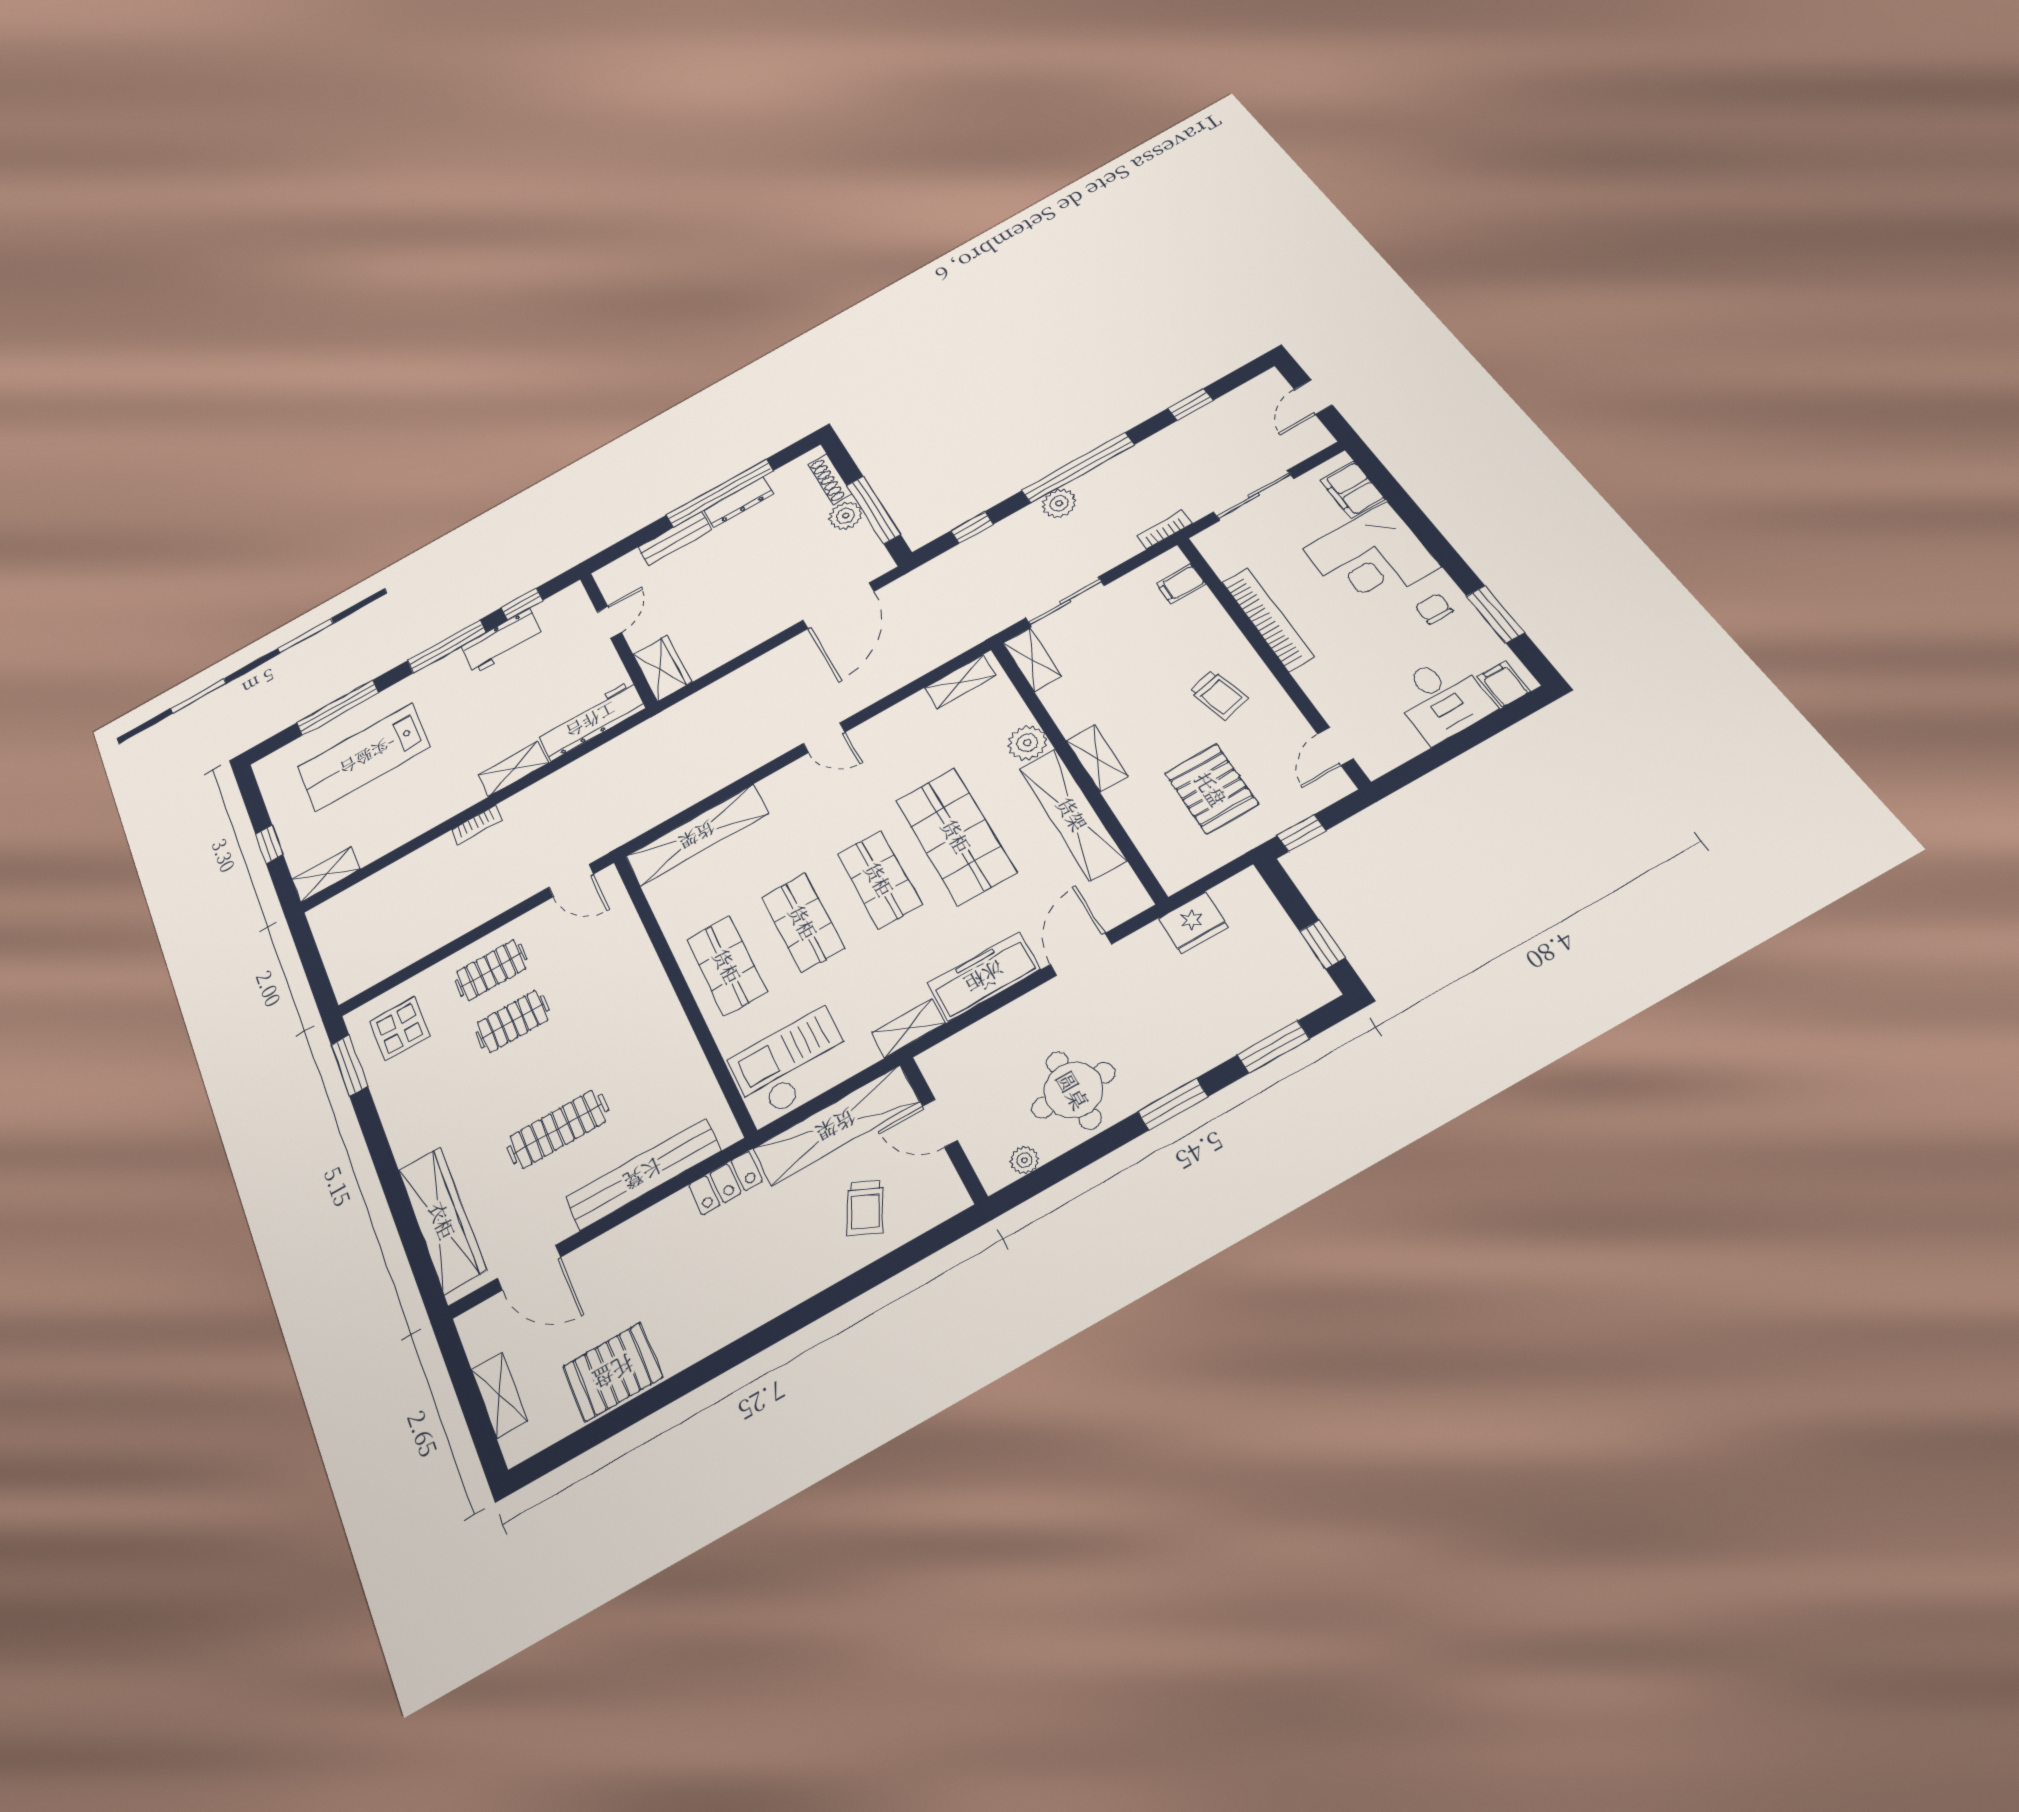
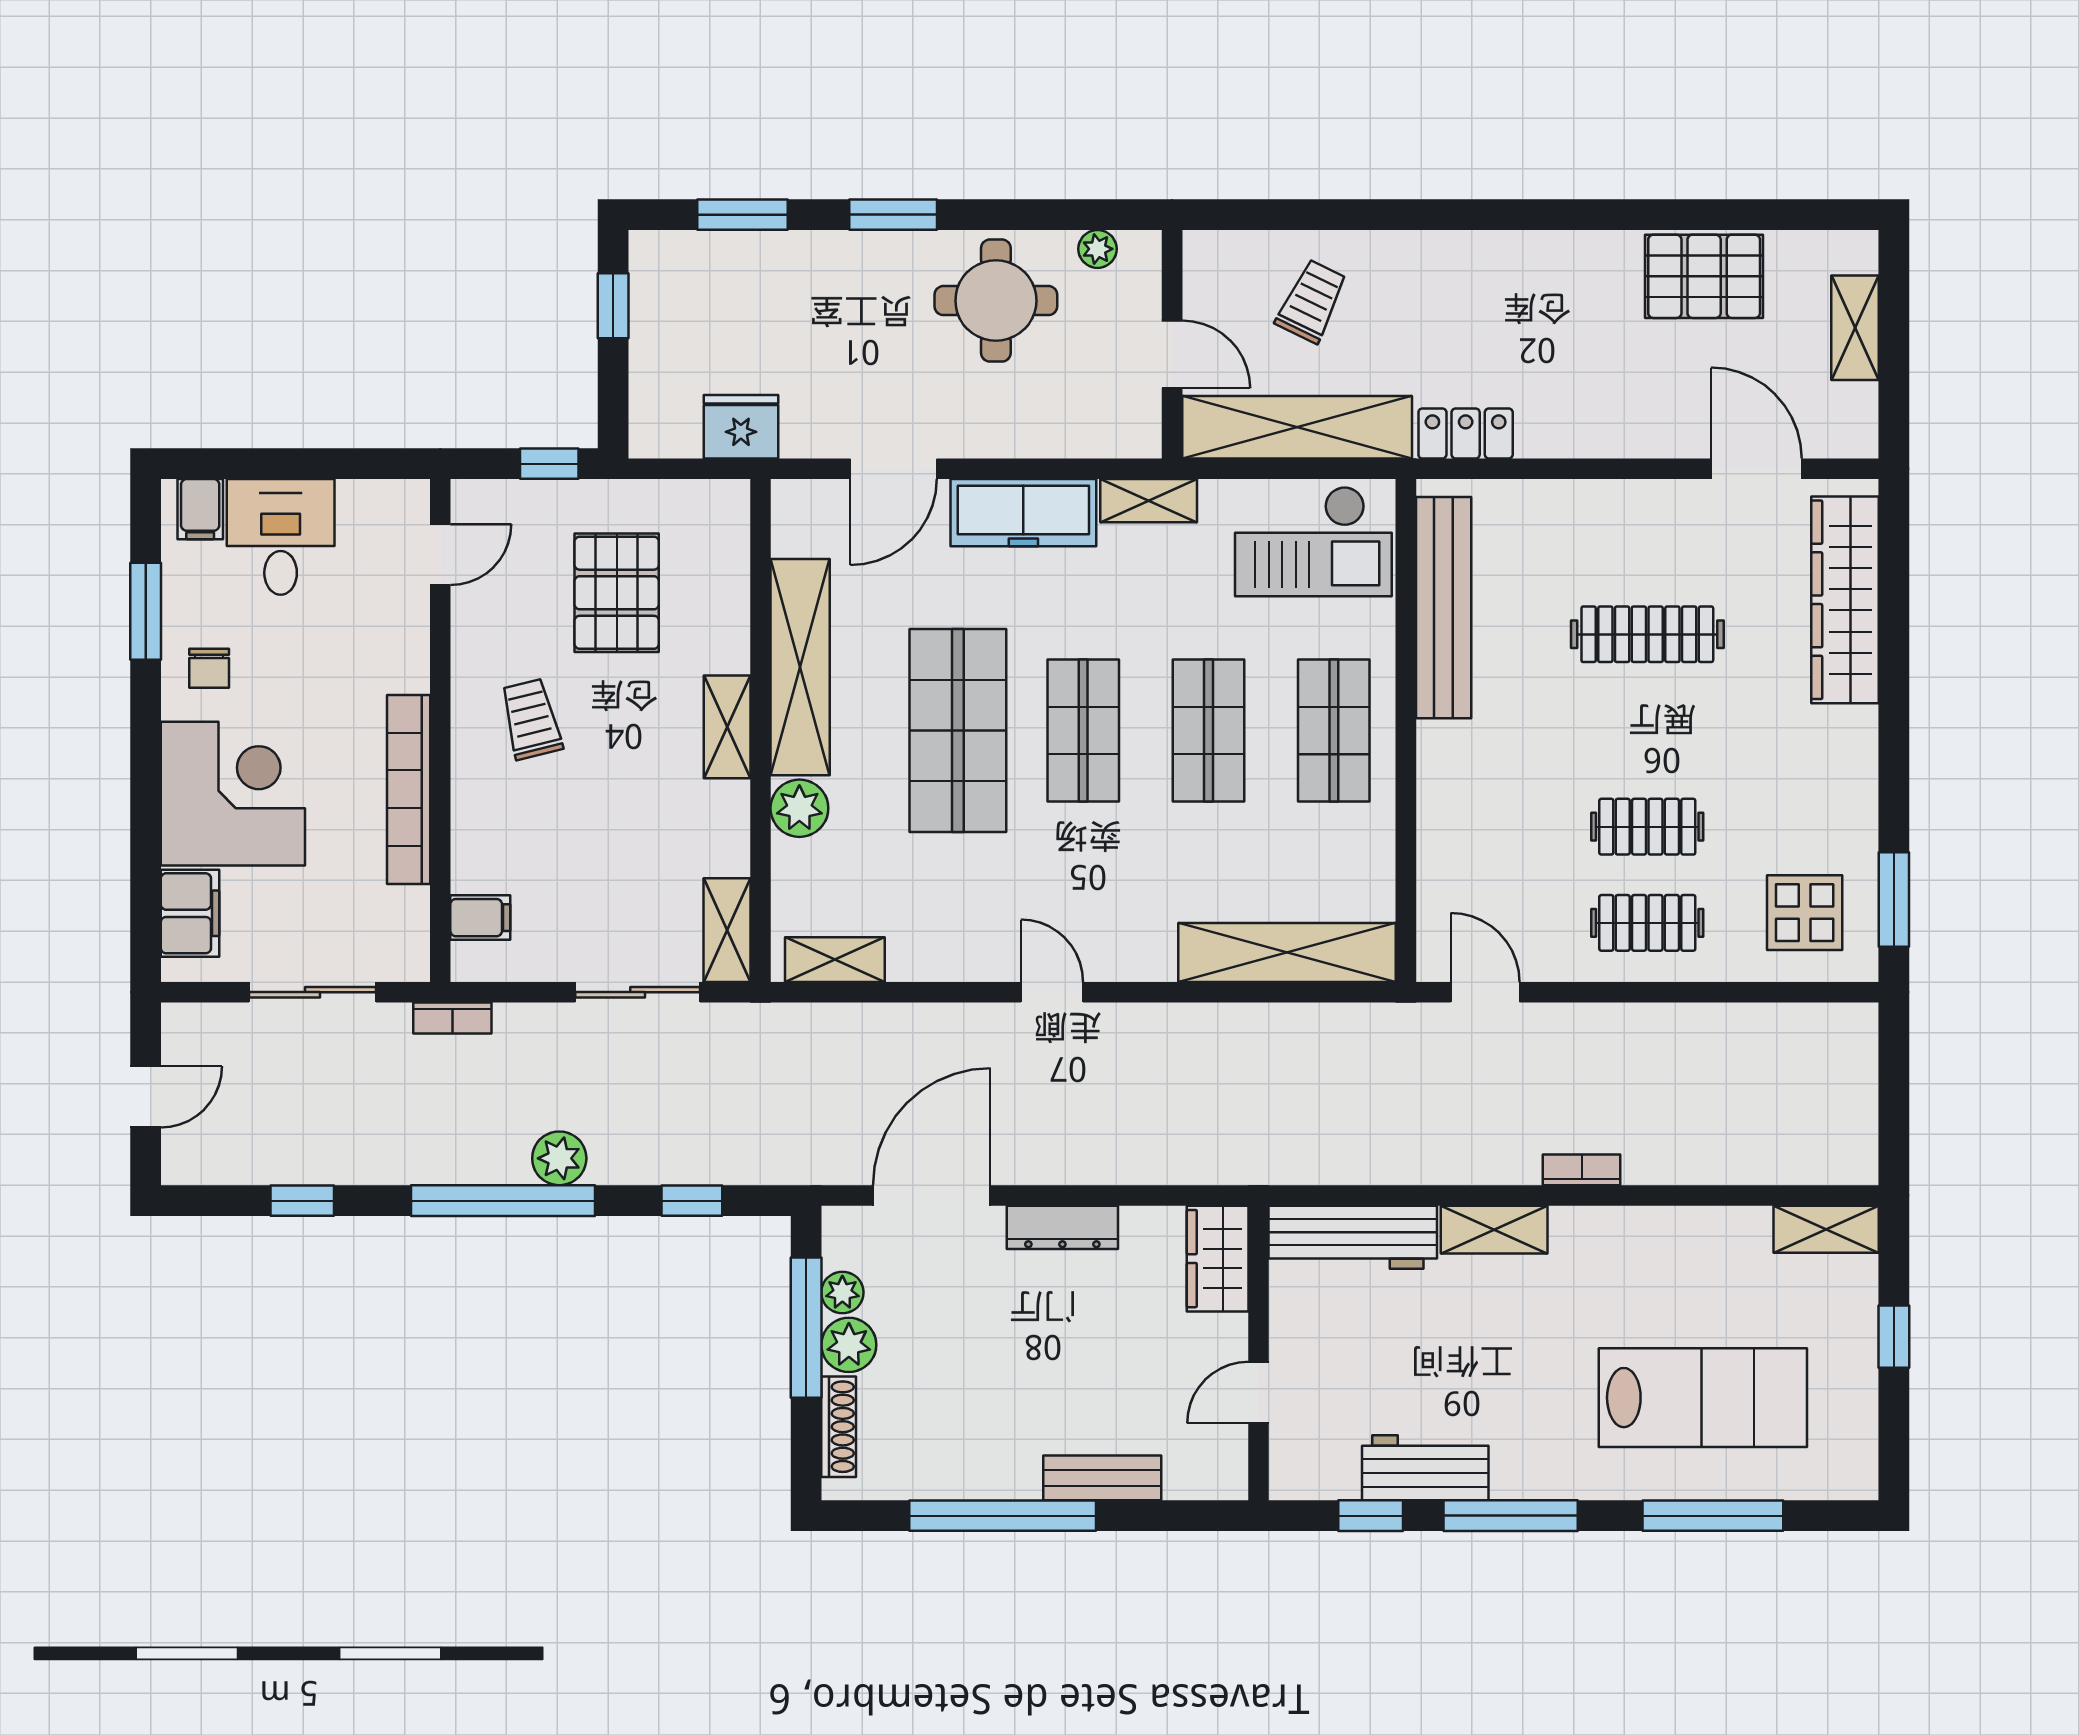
dresser: (739, 502) -> (1062, 1227), moved, turned 180
plant: (863, 536) -> (842, 1292), added
bench: (643, 1174) -> (1444, 608), moved, turned 90

